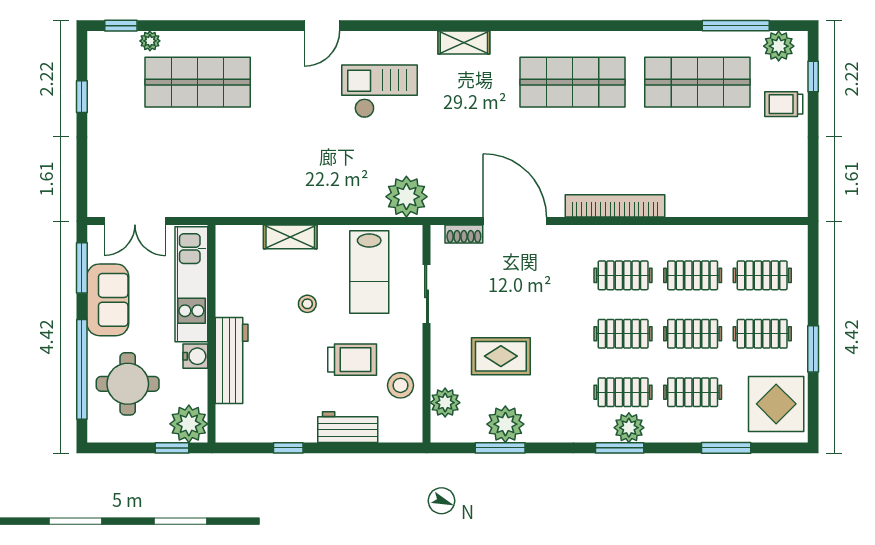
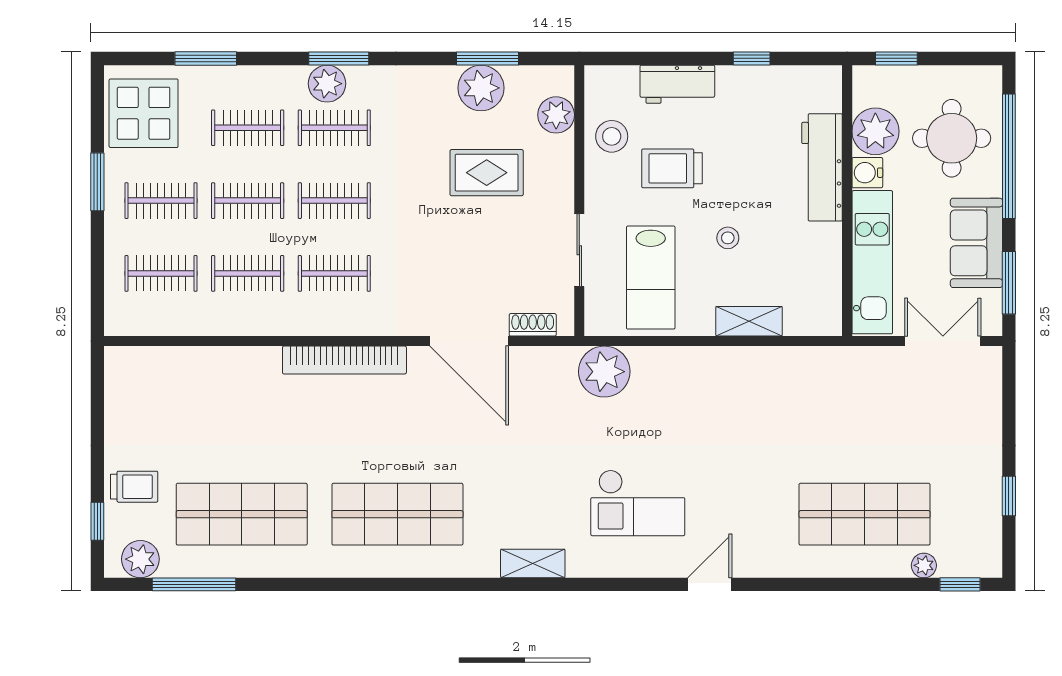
lab bench: (369, 272) -> (651, 278), turned 180
plant: (189, 424) -> (875, 131), moved

